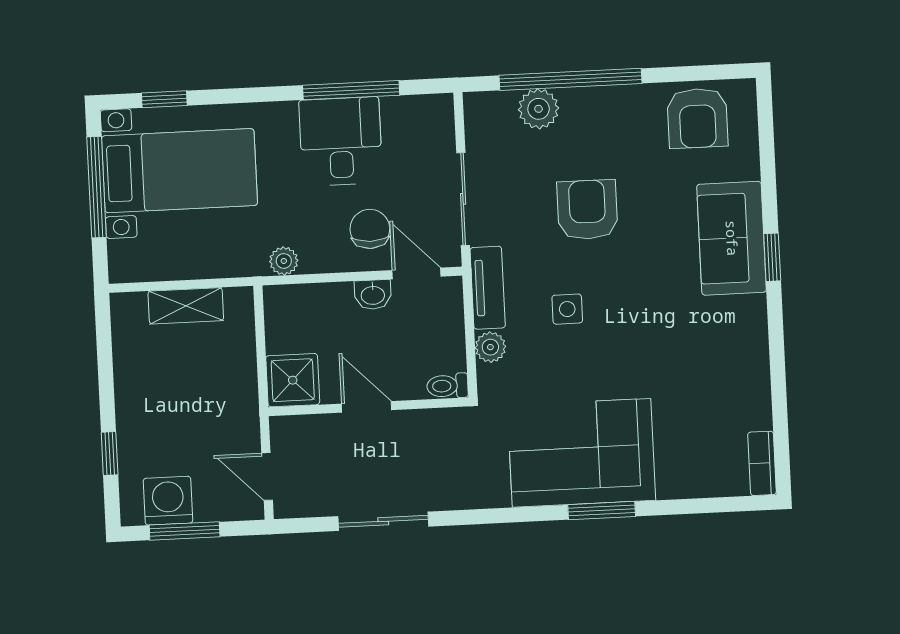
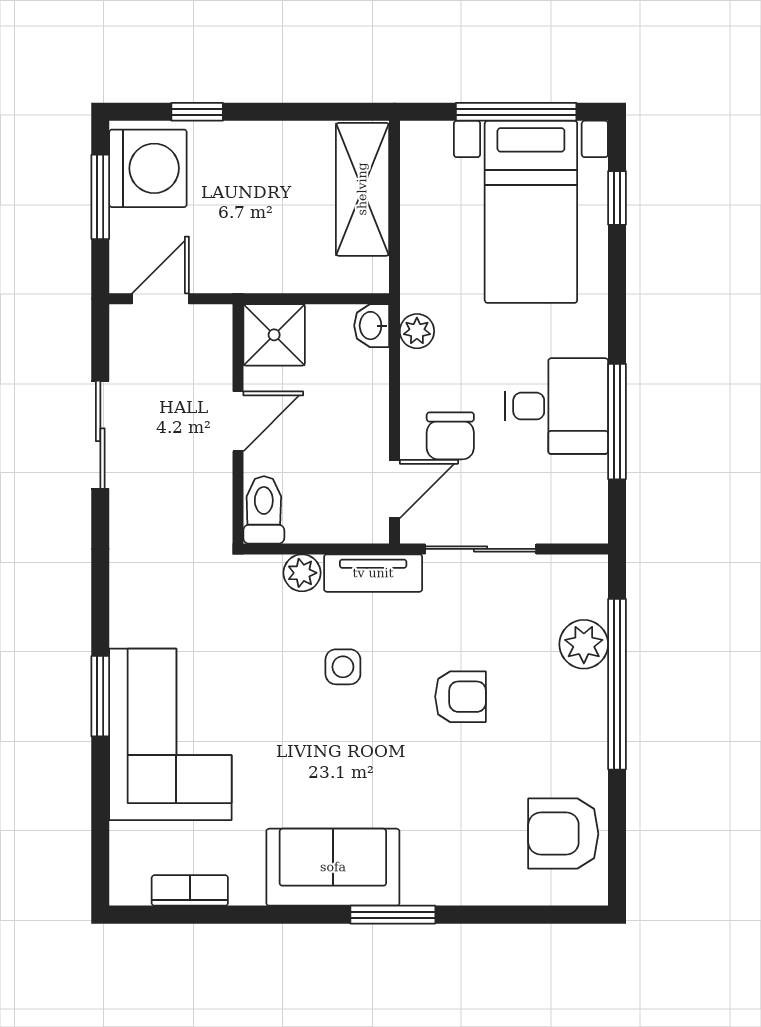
armchair: (587, 210) -> (460, 697), width x0.72, depth x0.72
chair: (370, 229) -> (450, 436), turned 90
sofa: (732, 238) -> (333, 867), moved
window: (772, 257) -> (393, 915), width x1.50
washbasin: (373, 295) -> (372, 326), moved
shelving: (186, 306) -> (362, 189), width x1.50, depth x1.33
toilet: (447, 386) -> (264, 510), width x1.37, depth x1.39
corner sofa: (581, 453) -> (170, 734), moved
bookcase: (762, 463) -> (190, 890), moved
washing machine: (168, 501) -> (148, 168), width x1.37, depth x1.37

